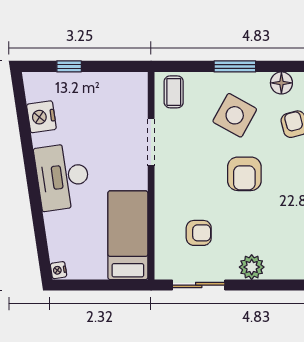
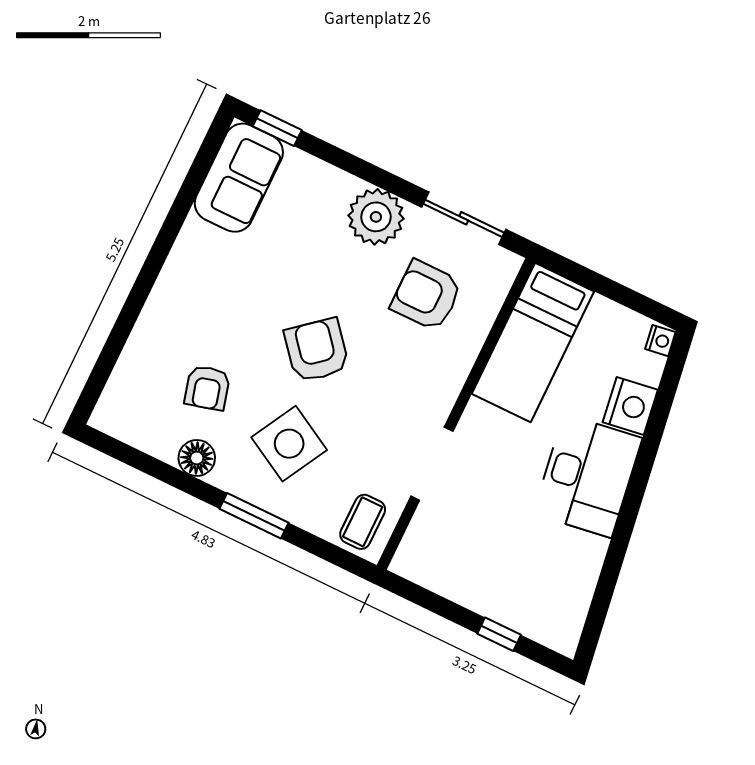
nightstand: (41, 117) -> (630, 406), moved
armchair: (244, 174) -> (317, 350), turned -40
armchair: (199, 233) -> (426, 295), width x1.38, depth x1.38
plant: (252, 267) -> (376, 217), width x1.36, depth x1.36

